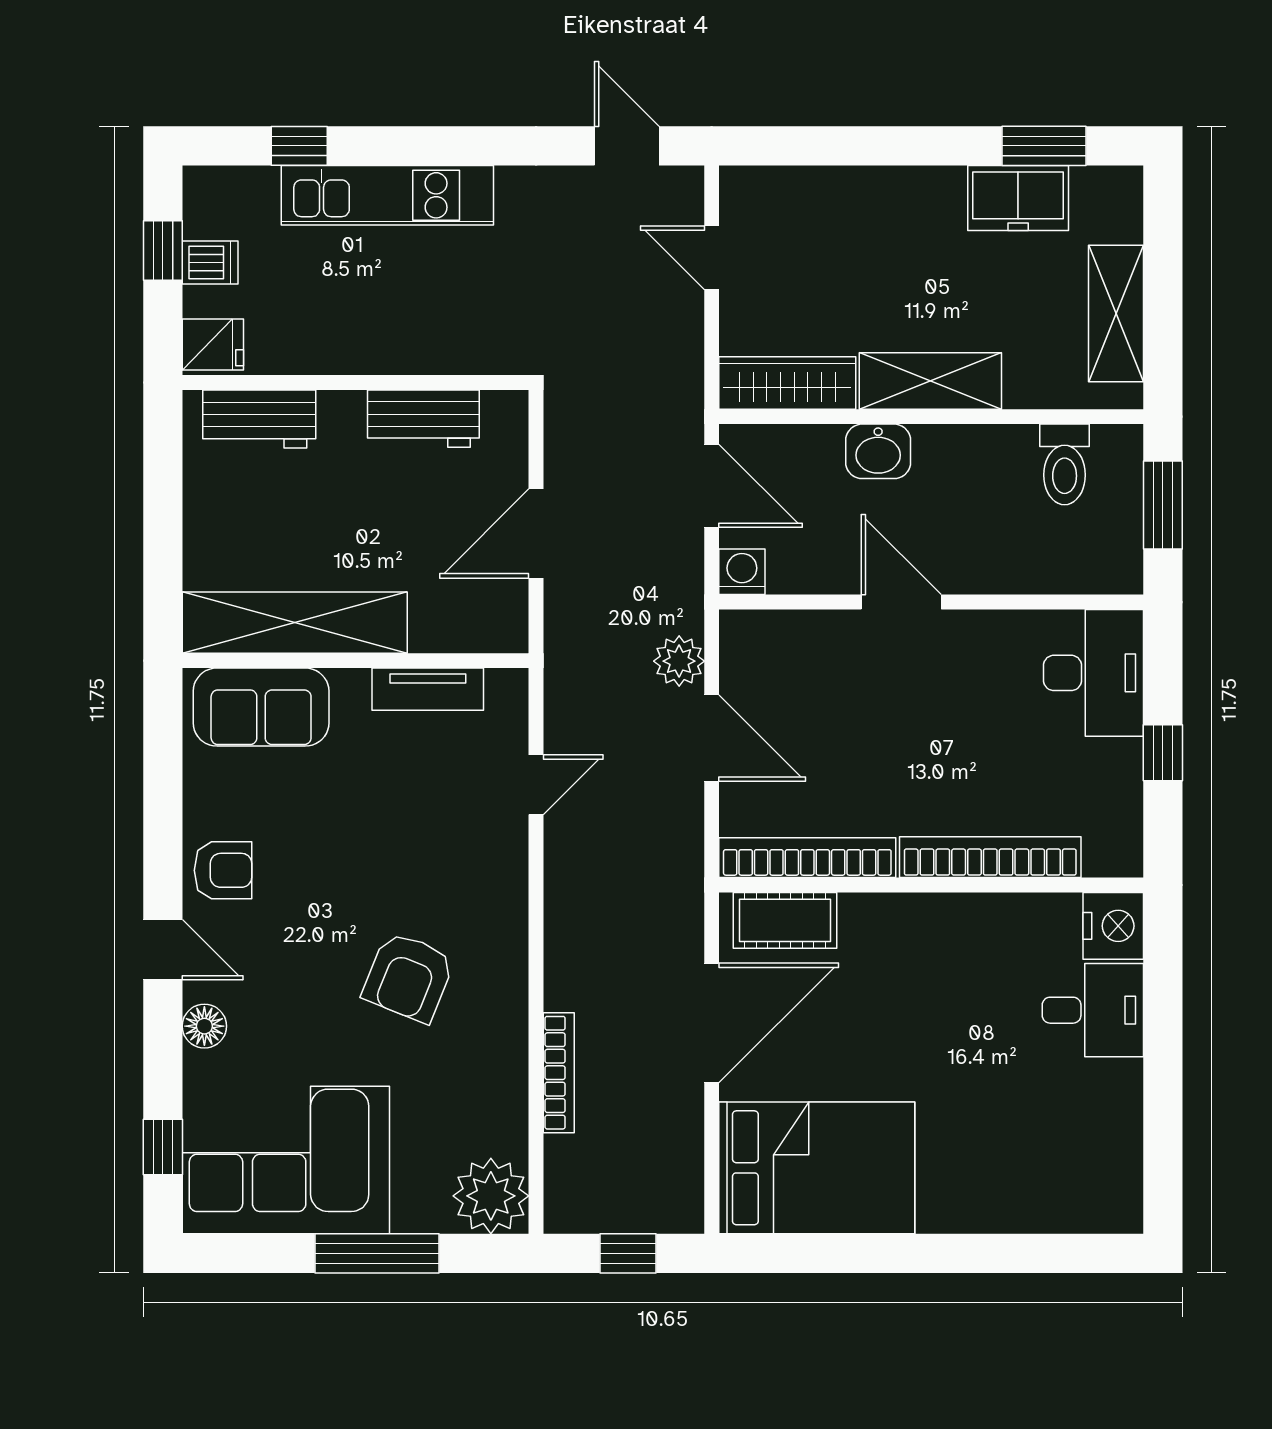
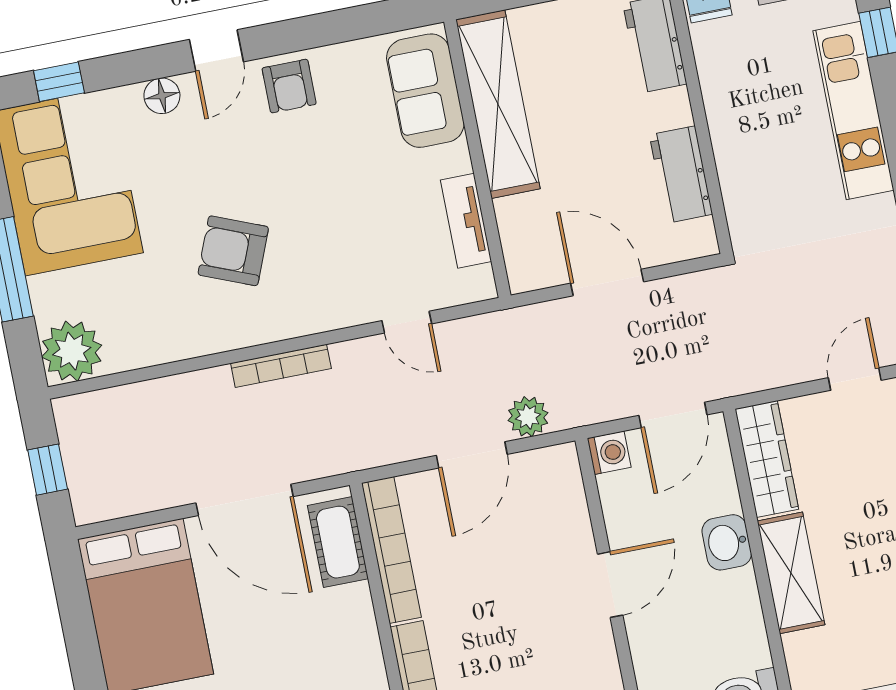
bookcase: (559, 1073) -> (281, 366), moved

